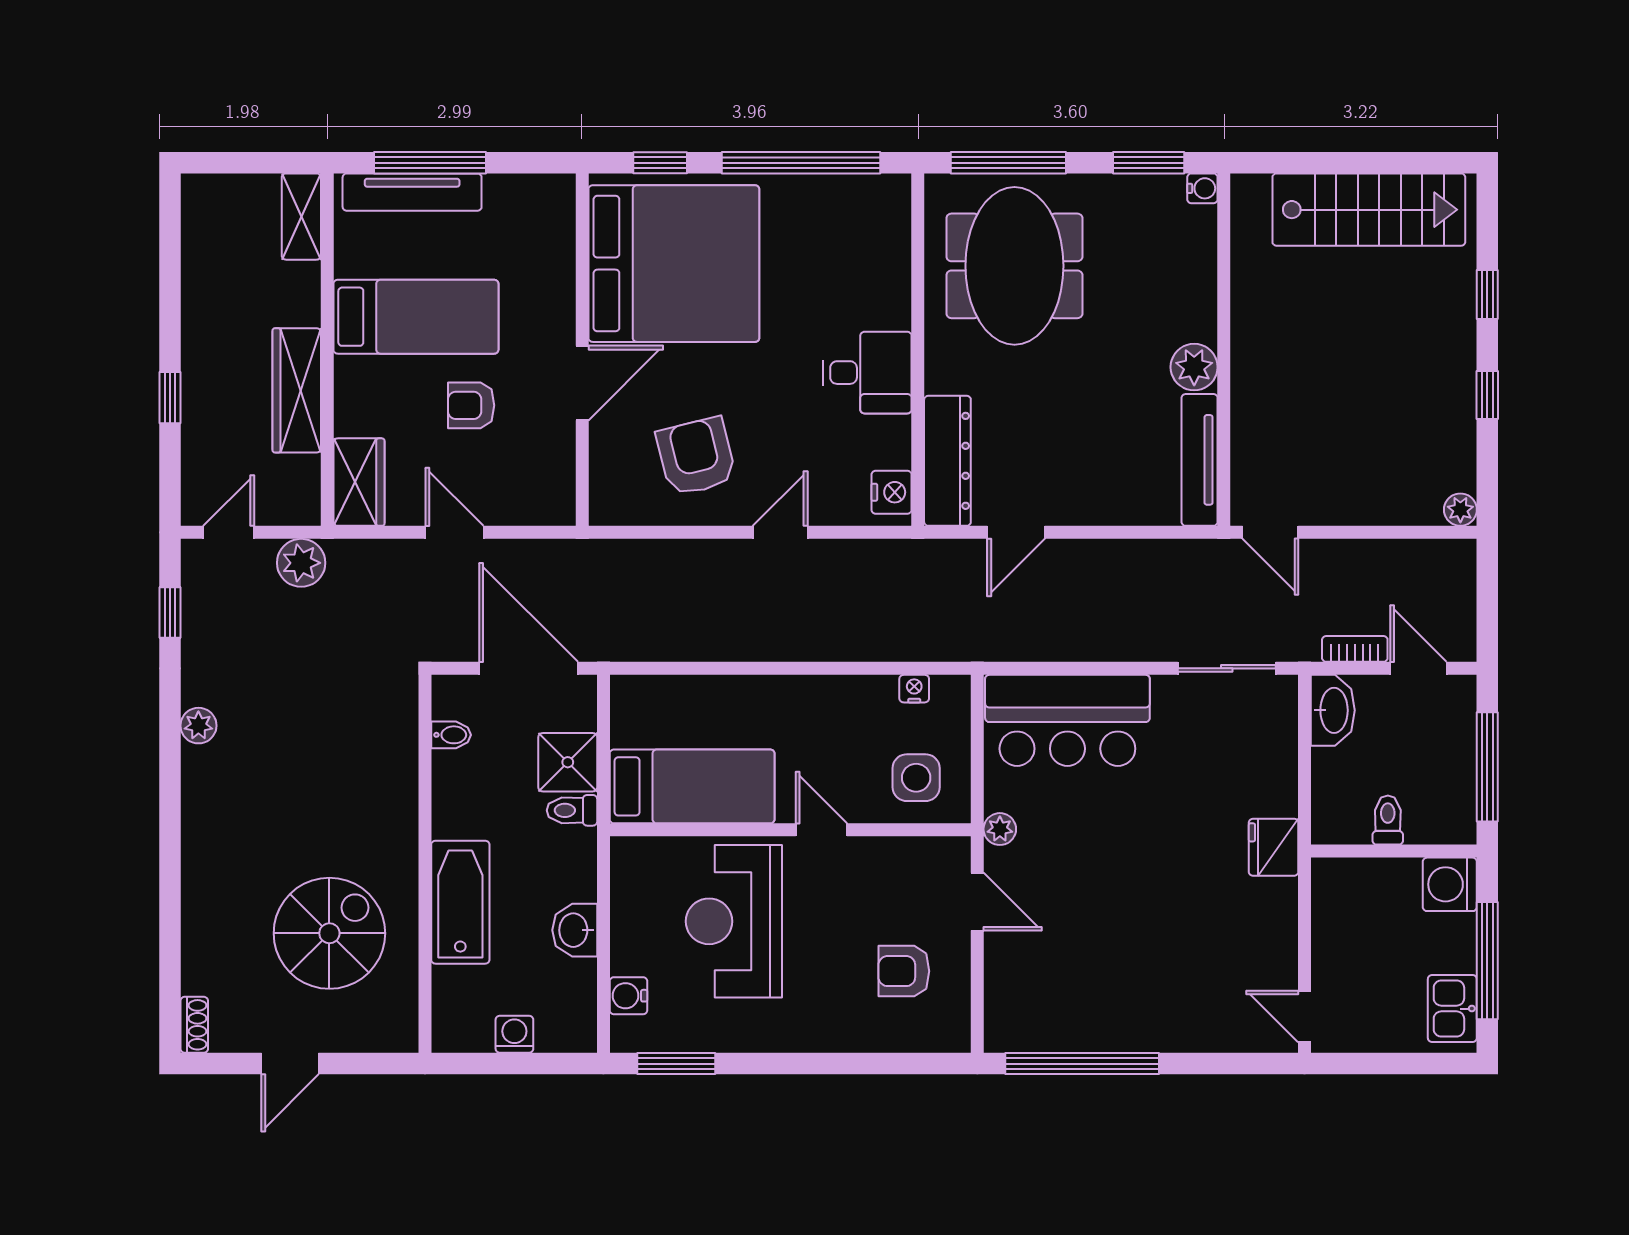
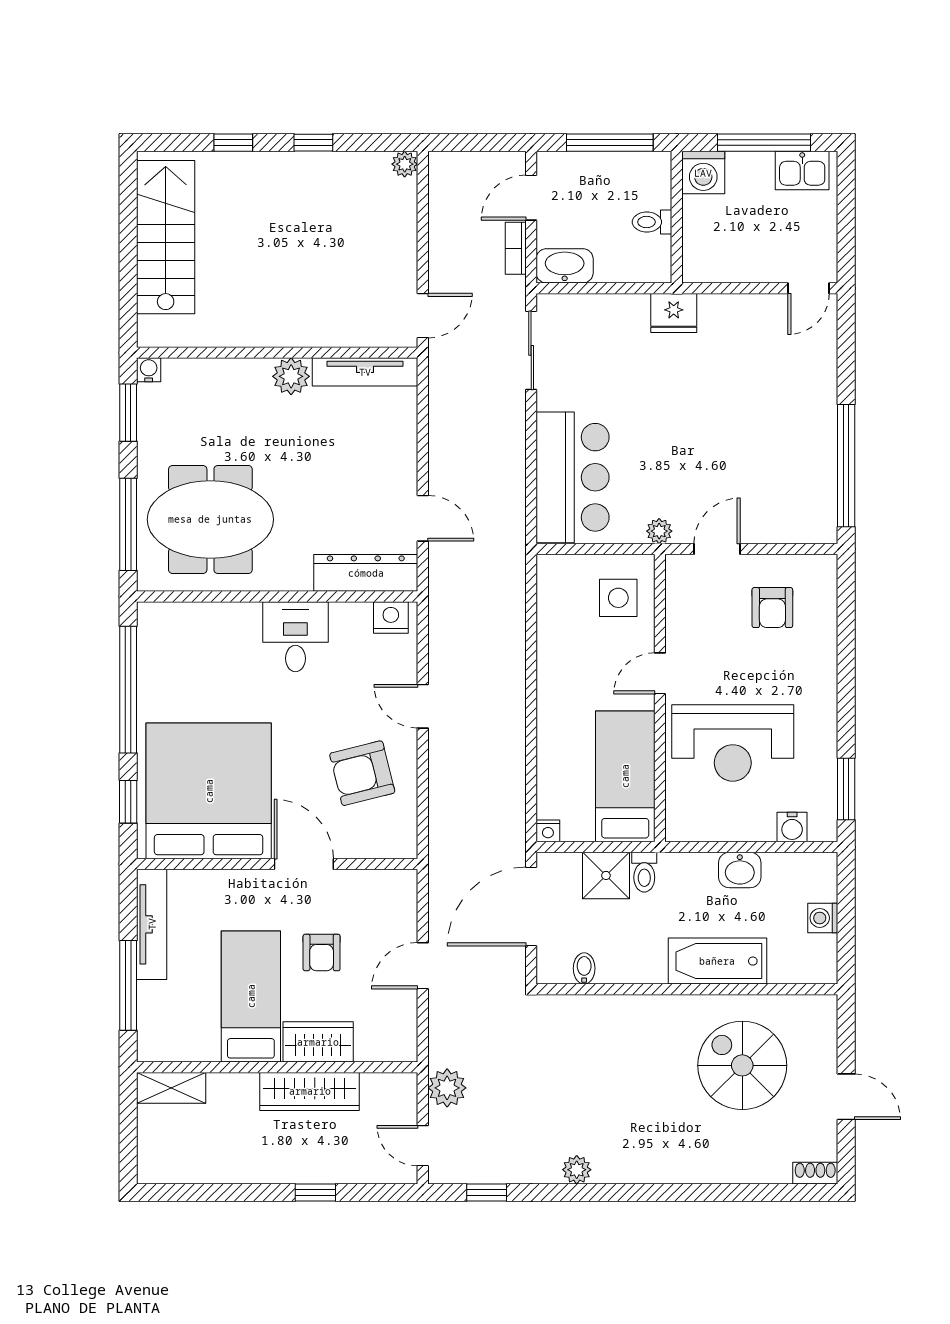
tv unit: (412, 192) -> (152, 924), moved
wardrobe: (359, 482) -> (318, 1042), moved
nightstand: (914, 689) -> (548, 831), moved, turned -90

